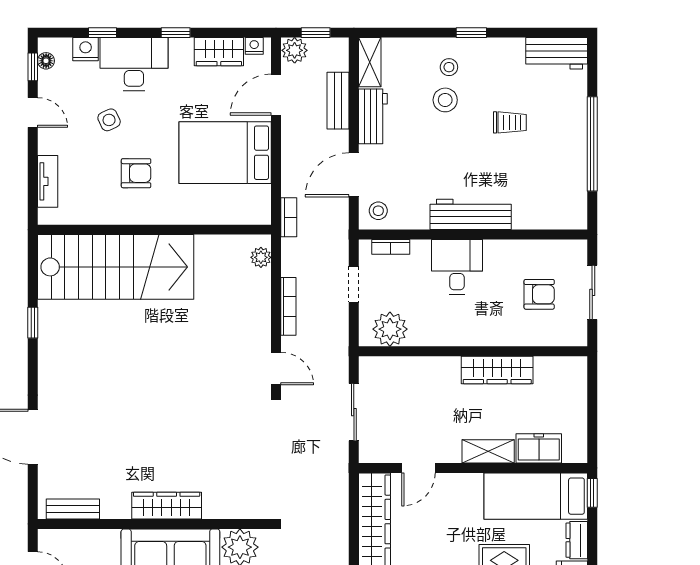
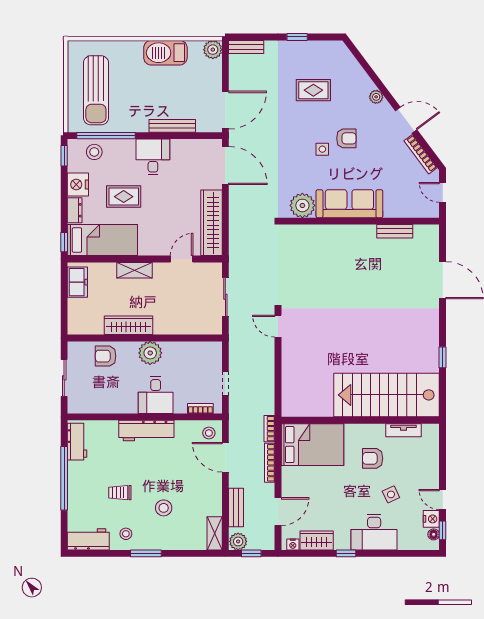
window: (103, 33) -> (395, 553), removed
window: (471, 33) -> (146, 553), width x1.50
nightstand: (86, 49) -> (431, 519), moved, turned -90
plant: (295, 50) -> (238, 541), moved
stool: (449, 67) -> (126, 534), moved
workbench: (373, 116) -> (77, 442), moved, turned 180
bed: (225, 153) -> (312, 445), moved
door: (354, 175) -> (225, 457), swing flipped
tv unit: (48, 181) -> (404, 430), moved, turned -90
plant: (261, 257) -> (288, 402), removed
armchair: (539, 294) -> (106, 356), moved
bookcase: (288, 306) -> (270, 463), moved
plant: (390, 329) -> (150, 353), moved
freezer: (539, 448) -> (77, 282), moved, turned -90
wardrobe: (167, 506) -> (352, 234), removed
bench: (73, 509) -> (395, 231), moved

